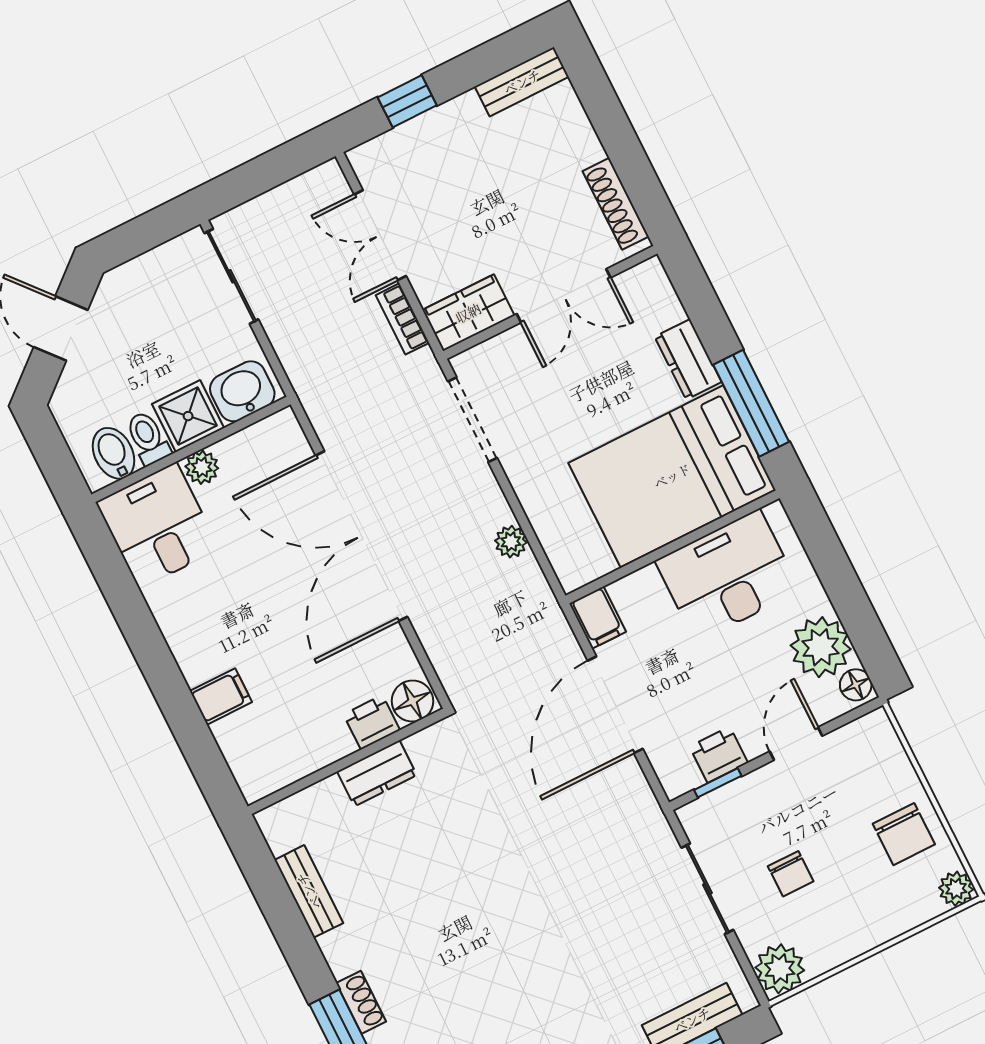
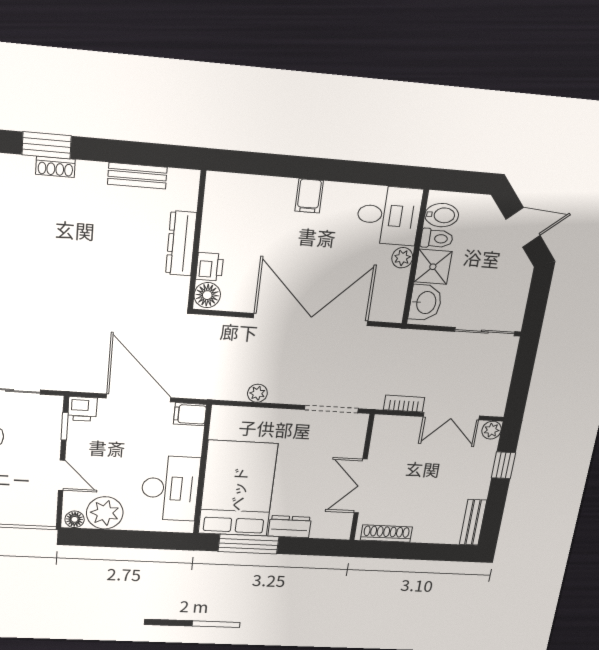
plant: (365, 160) -> (492, 430), added
double door: (380, 235) -> (451, 416), swing flipped
wardrobe: (468, 313) -> (384, 437), removed
filing cabinet: (221, 696) -> (309, 196), moved
printer: (719, 755) -> (82, 409), moved, turned 90
dresser: (377, 773) -> (181, 243), width x1.44

